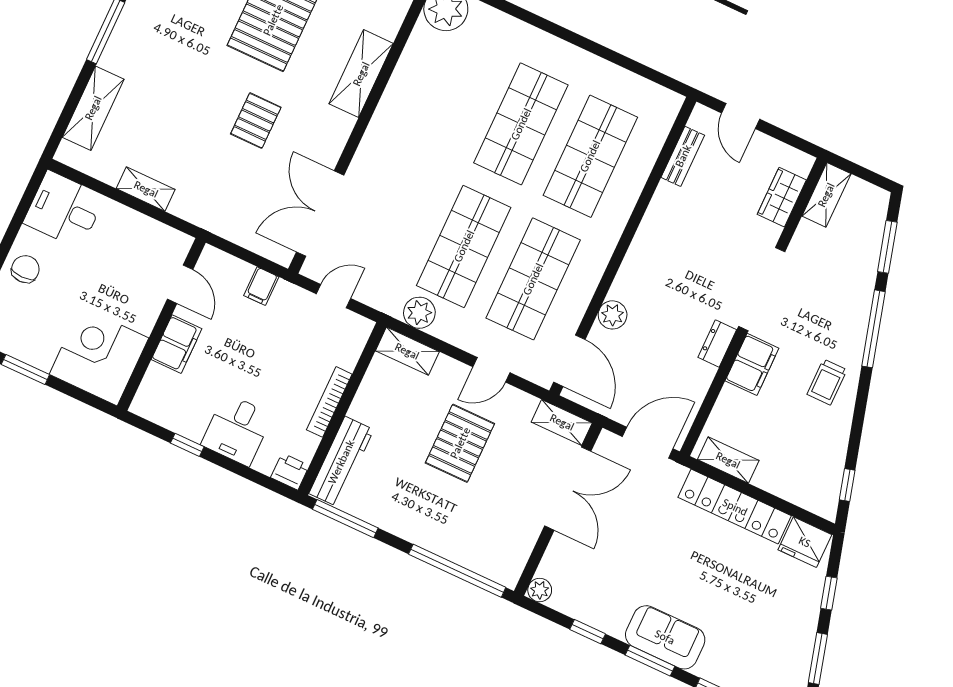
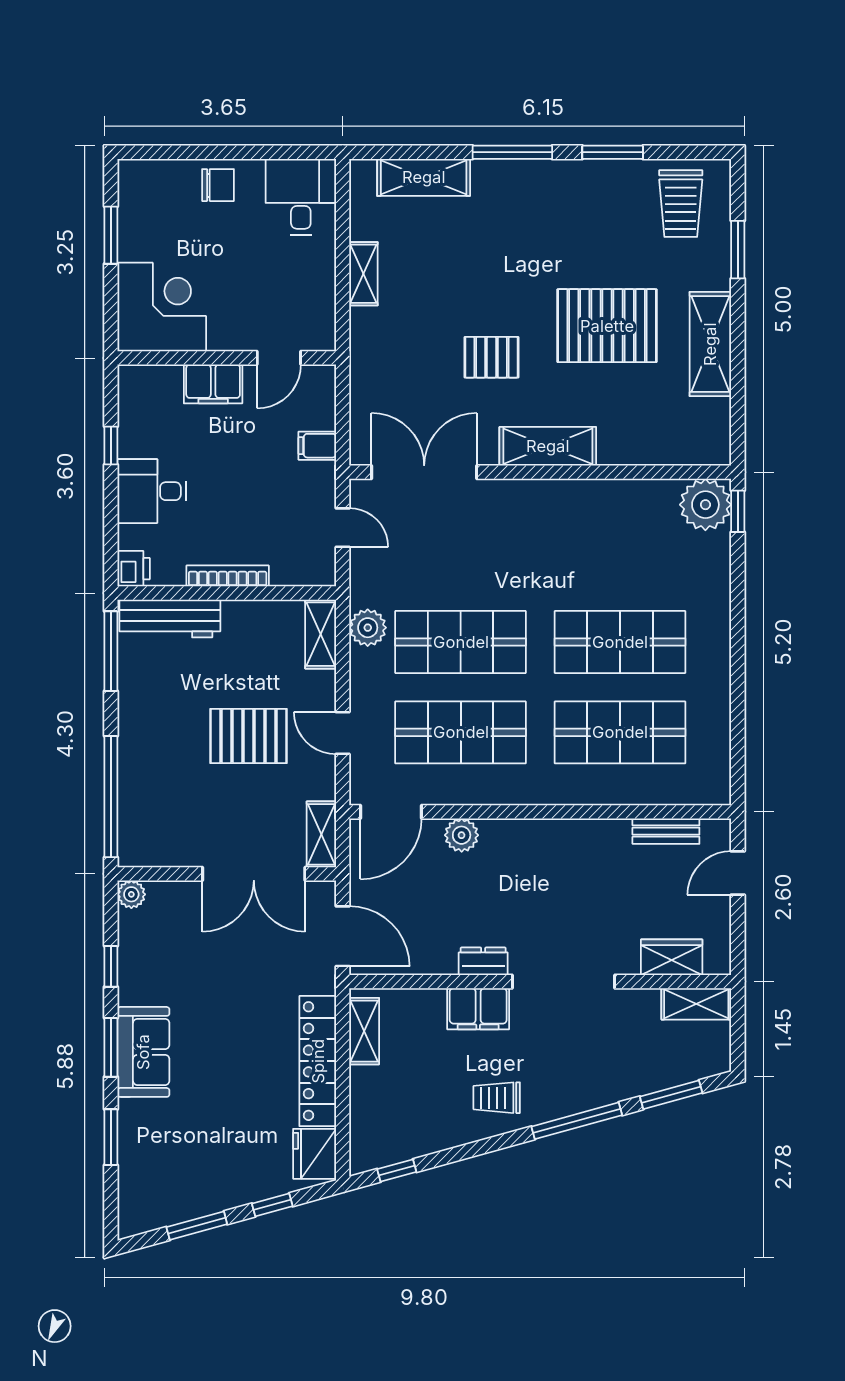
shelving: (361, 74) -> (548, 446), moved

